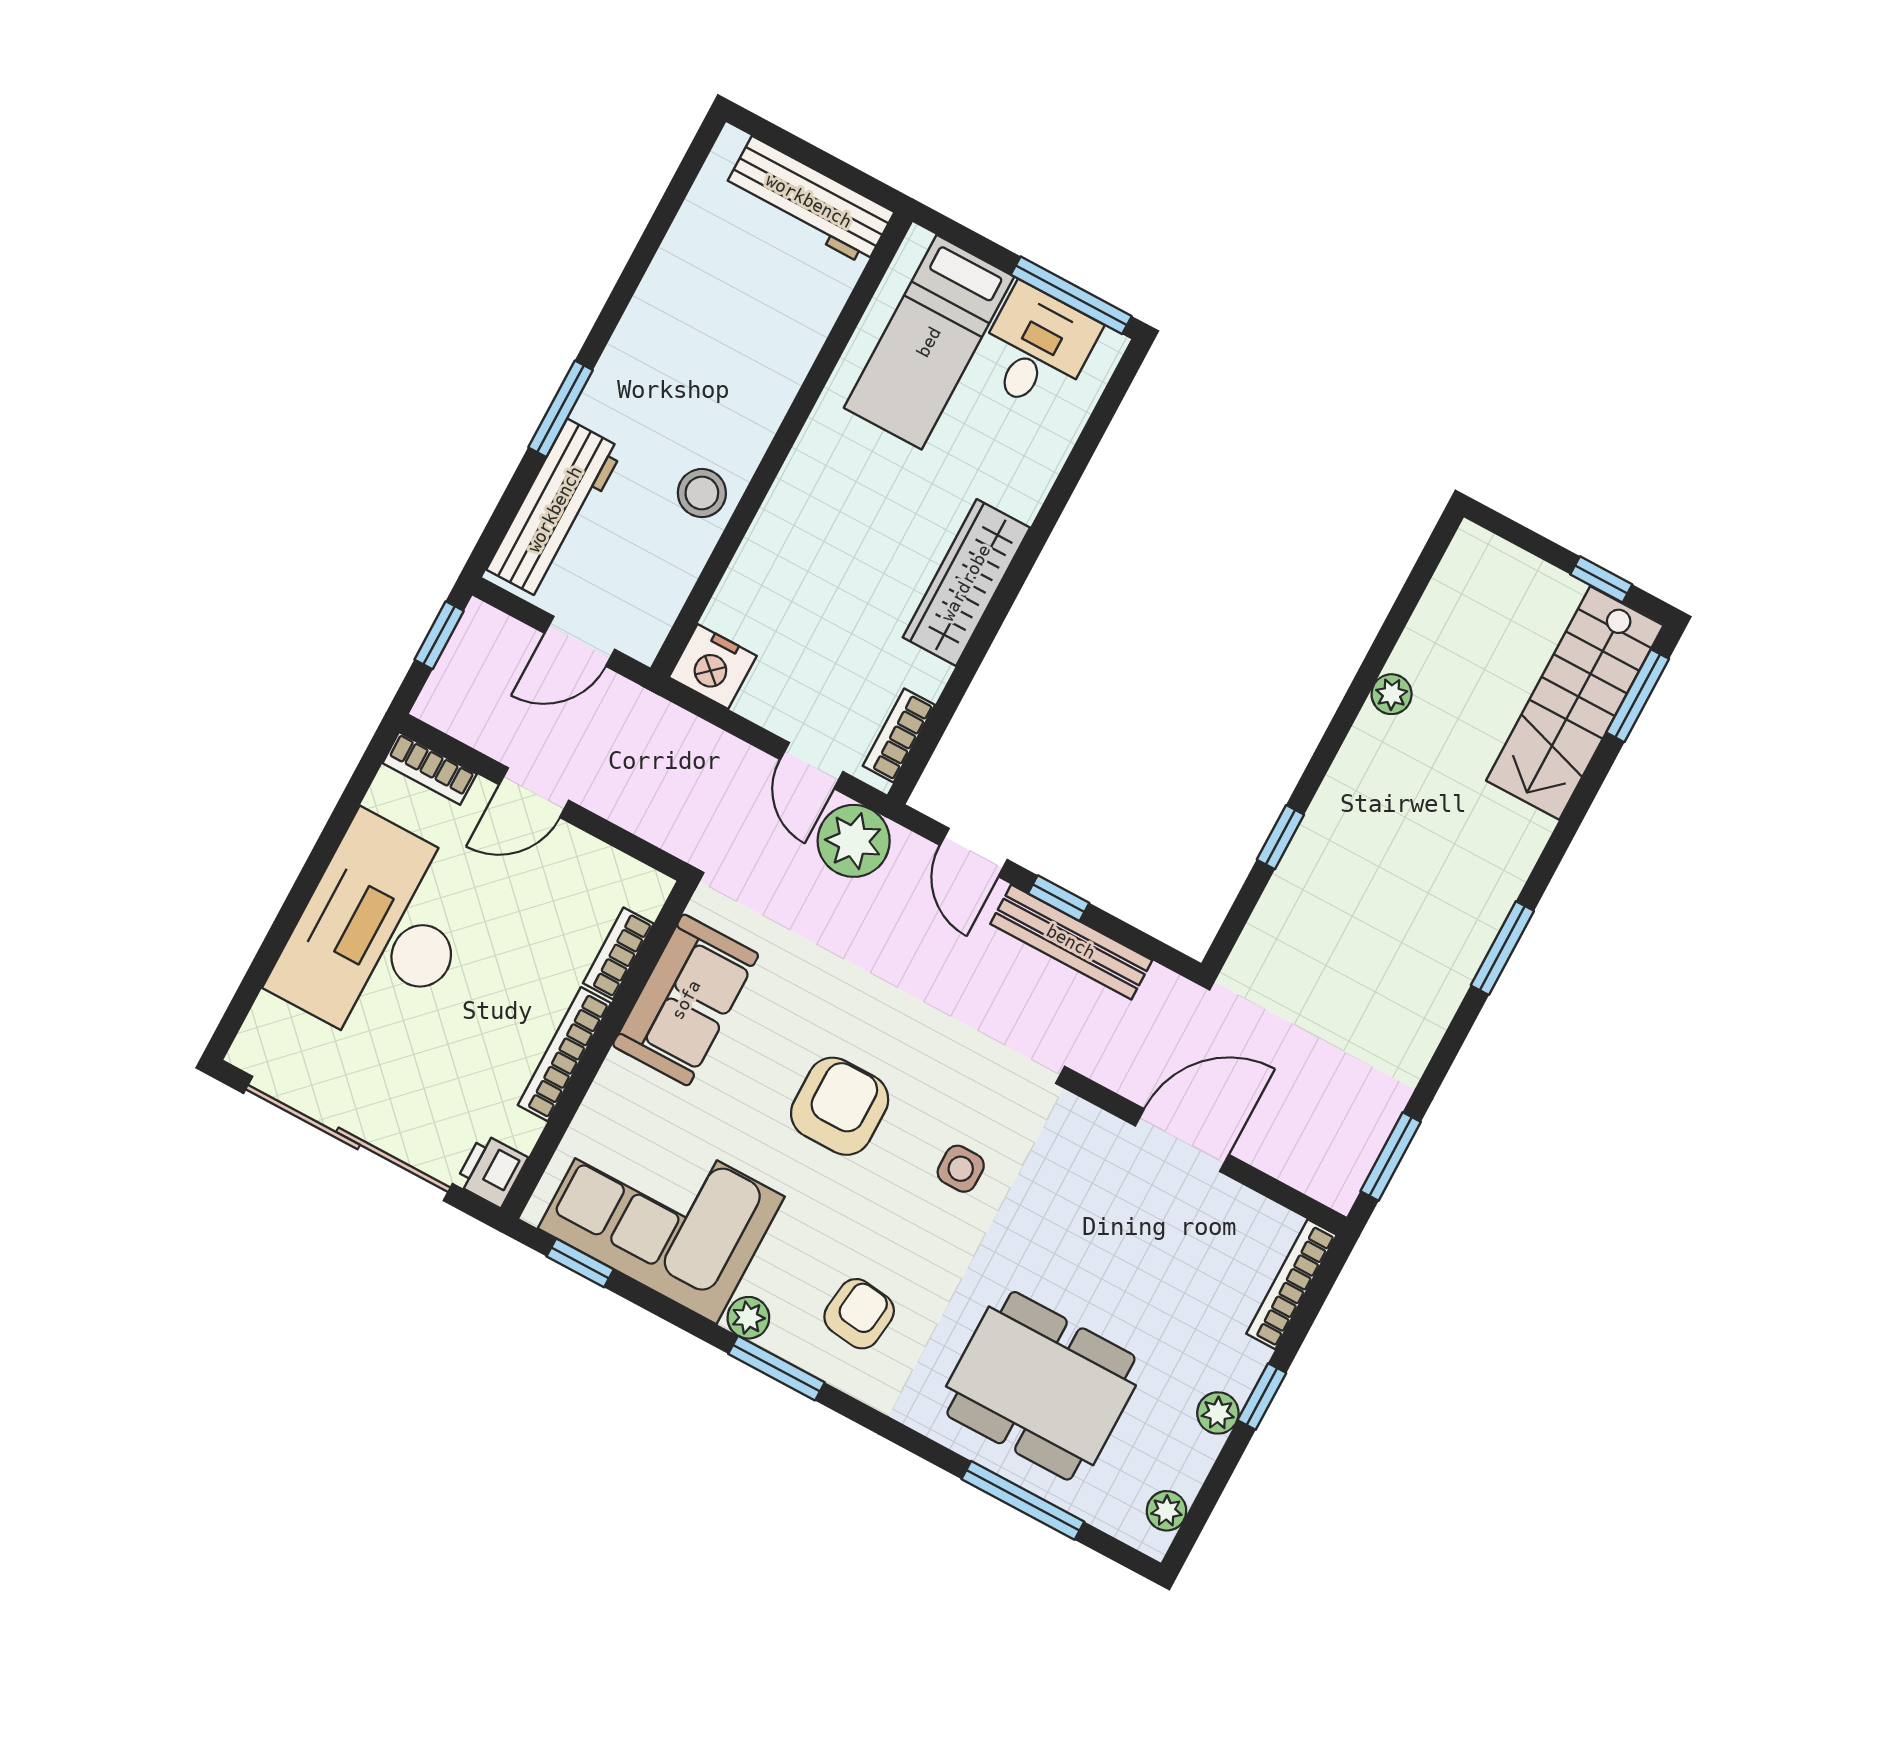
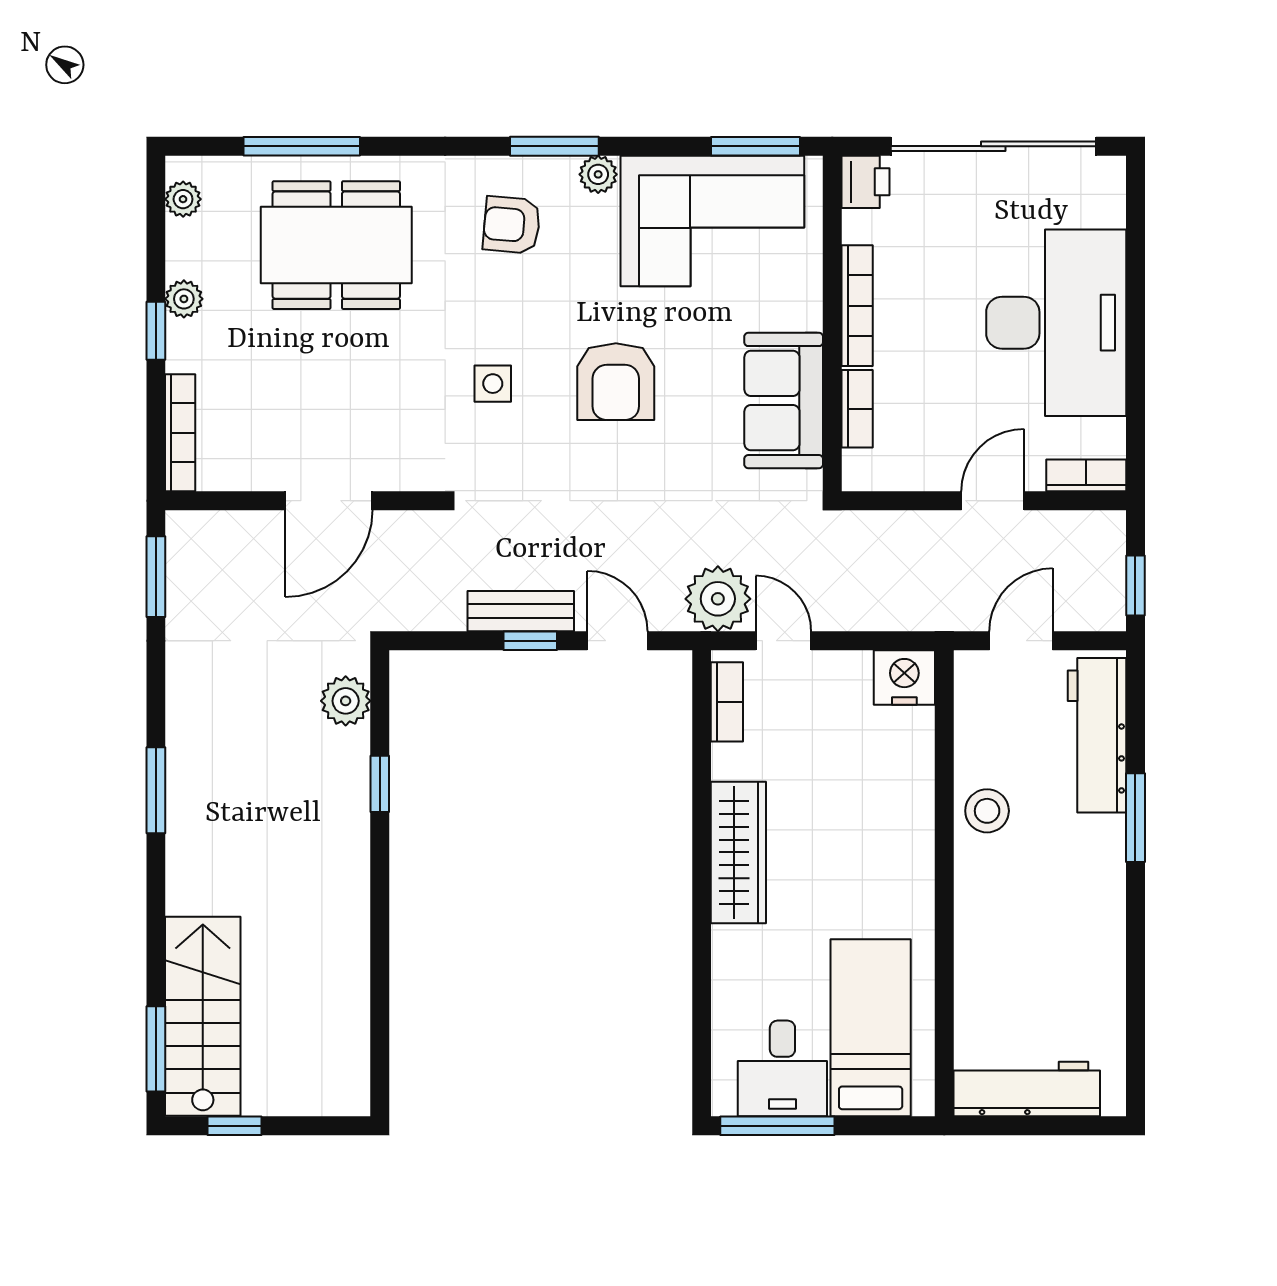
plant: (1392, 694) -> (346, 701), moved, width x1.38, depth x1.38
bench: (1071, 942) -> (521, 611), width x0.73
window: (580, 1263) -> (755, 146), width x1.50
armchair: (859, 1314) -> (512, 225), turned 88

